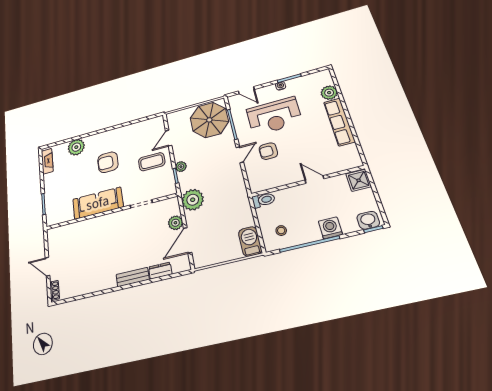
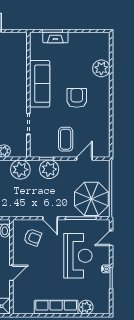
reception desk: (274, 116) -> (78, 256), turned 180
door: (169, 138) -> (84, 159), hinge flipped
armchair: (268, 151) -> (33, 237), moved, turned 111
fireplace: (47, 161) -> (55, 38), moved
plant: (181, 167) -> (49, 169), width x1.87, depth x1.87

